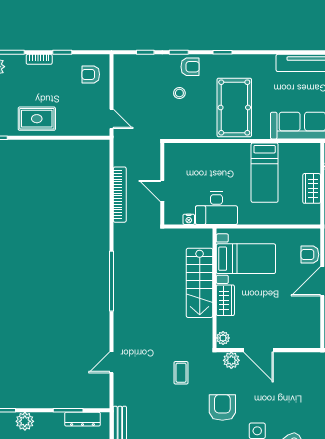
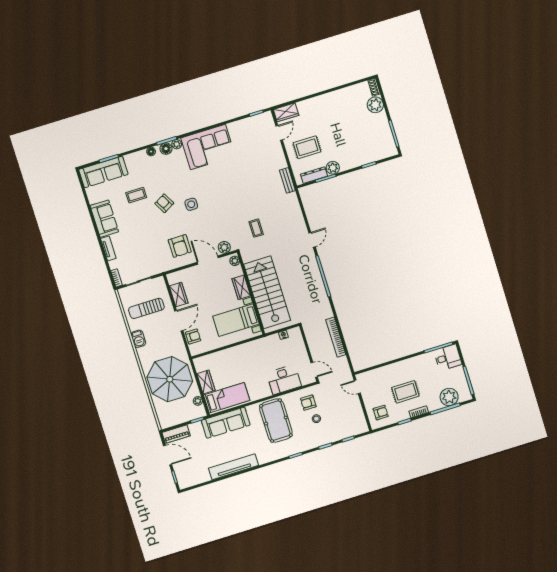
armchair: (190, 67) -> (308, 403), moved
rug: (37, 119) -> (405, 392), moved
bed: (265, 173) -> (227, 398), moved, turned 90
door: (162, 191) -> (314, 370), moved
desk: (216, 208) -> (284, 380), moved, turned 180
stairs: (200, 283) -> (267, 292), width x1.36, depth x1.51
wardrobe: (311, 316) -> (179, 294), added
door: (112, 362) -> (312, 240), moved
armchair: (222, 408) -> (180, 246), moved
plant: (25, 421) -> (333, 168), moved

